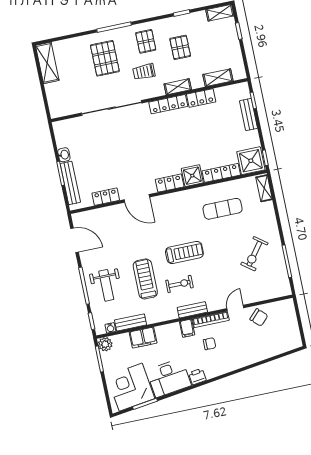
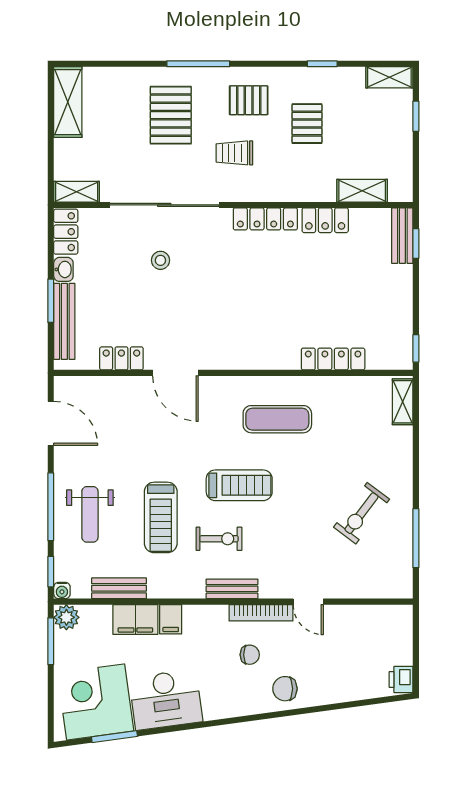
pallet: (146, 41) -> (249, 100), turned 90
shelving: (178, 87) -> (77, 192), moved
bench: (249, 115) -> (402, 236), moved
stool: (116, 139) -> (160, 260), added
shower: (251, 161) -> (390, 348), removed
shower: (192, 176) -> (281, 353), removed
locker: (170, 183) -> (66, 232), moved, turned 90
exercise mat: (223, 209) -> (277, 419), moved
treadmill: (145, 279) -> (161, 517), turned 180
door: (235, 308) -> (308, 602), swing flipped
chair: (259, 317) -> (285, 689), moved, turned 136
water cooler: (110, 328) -> (62, 590), moved
filing cabinet: (187, 328) -> (171, 619), moved
printer: (197, 377) -> (401, 679), moved, turned -82

